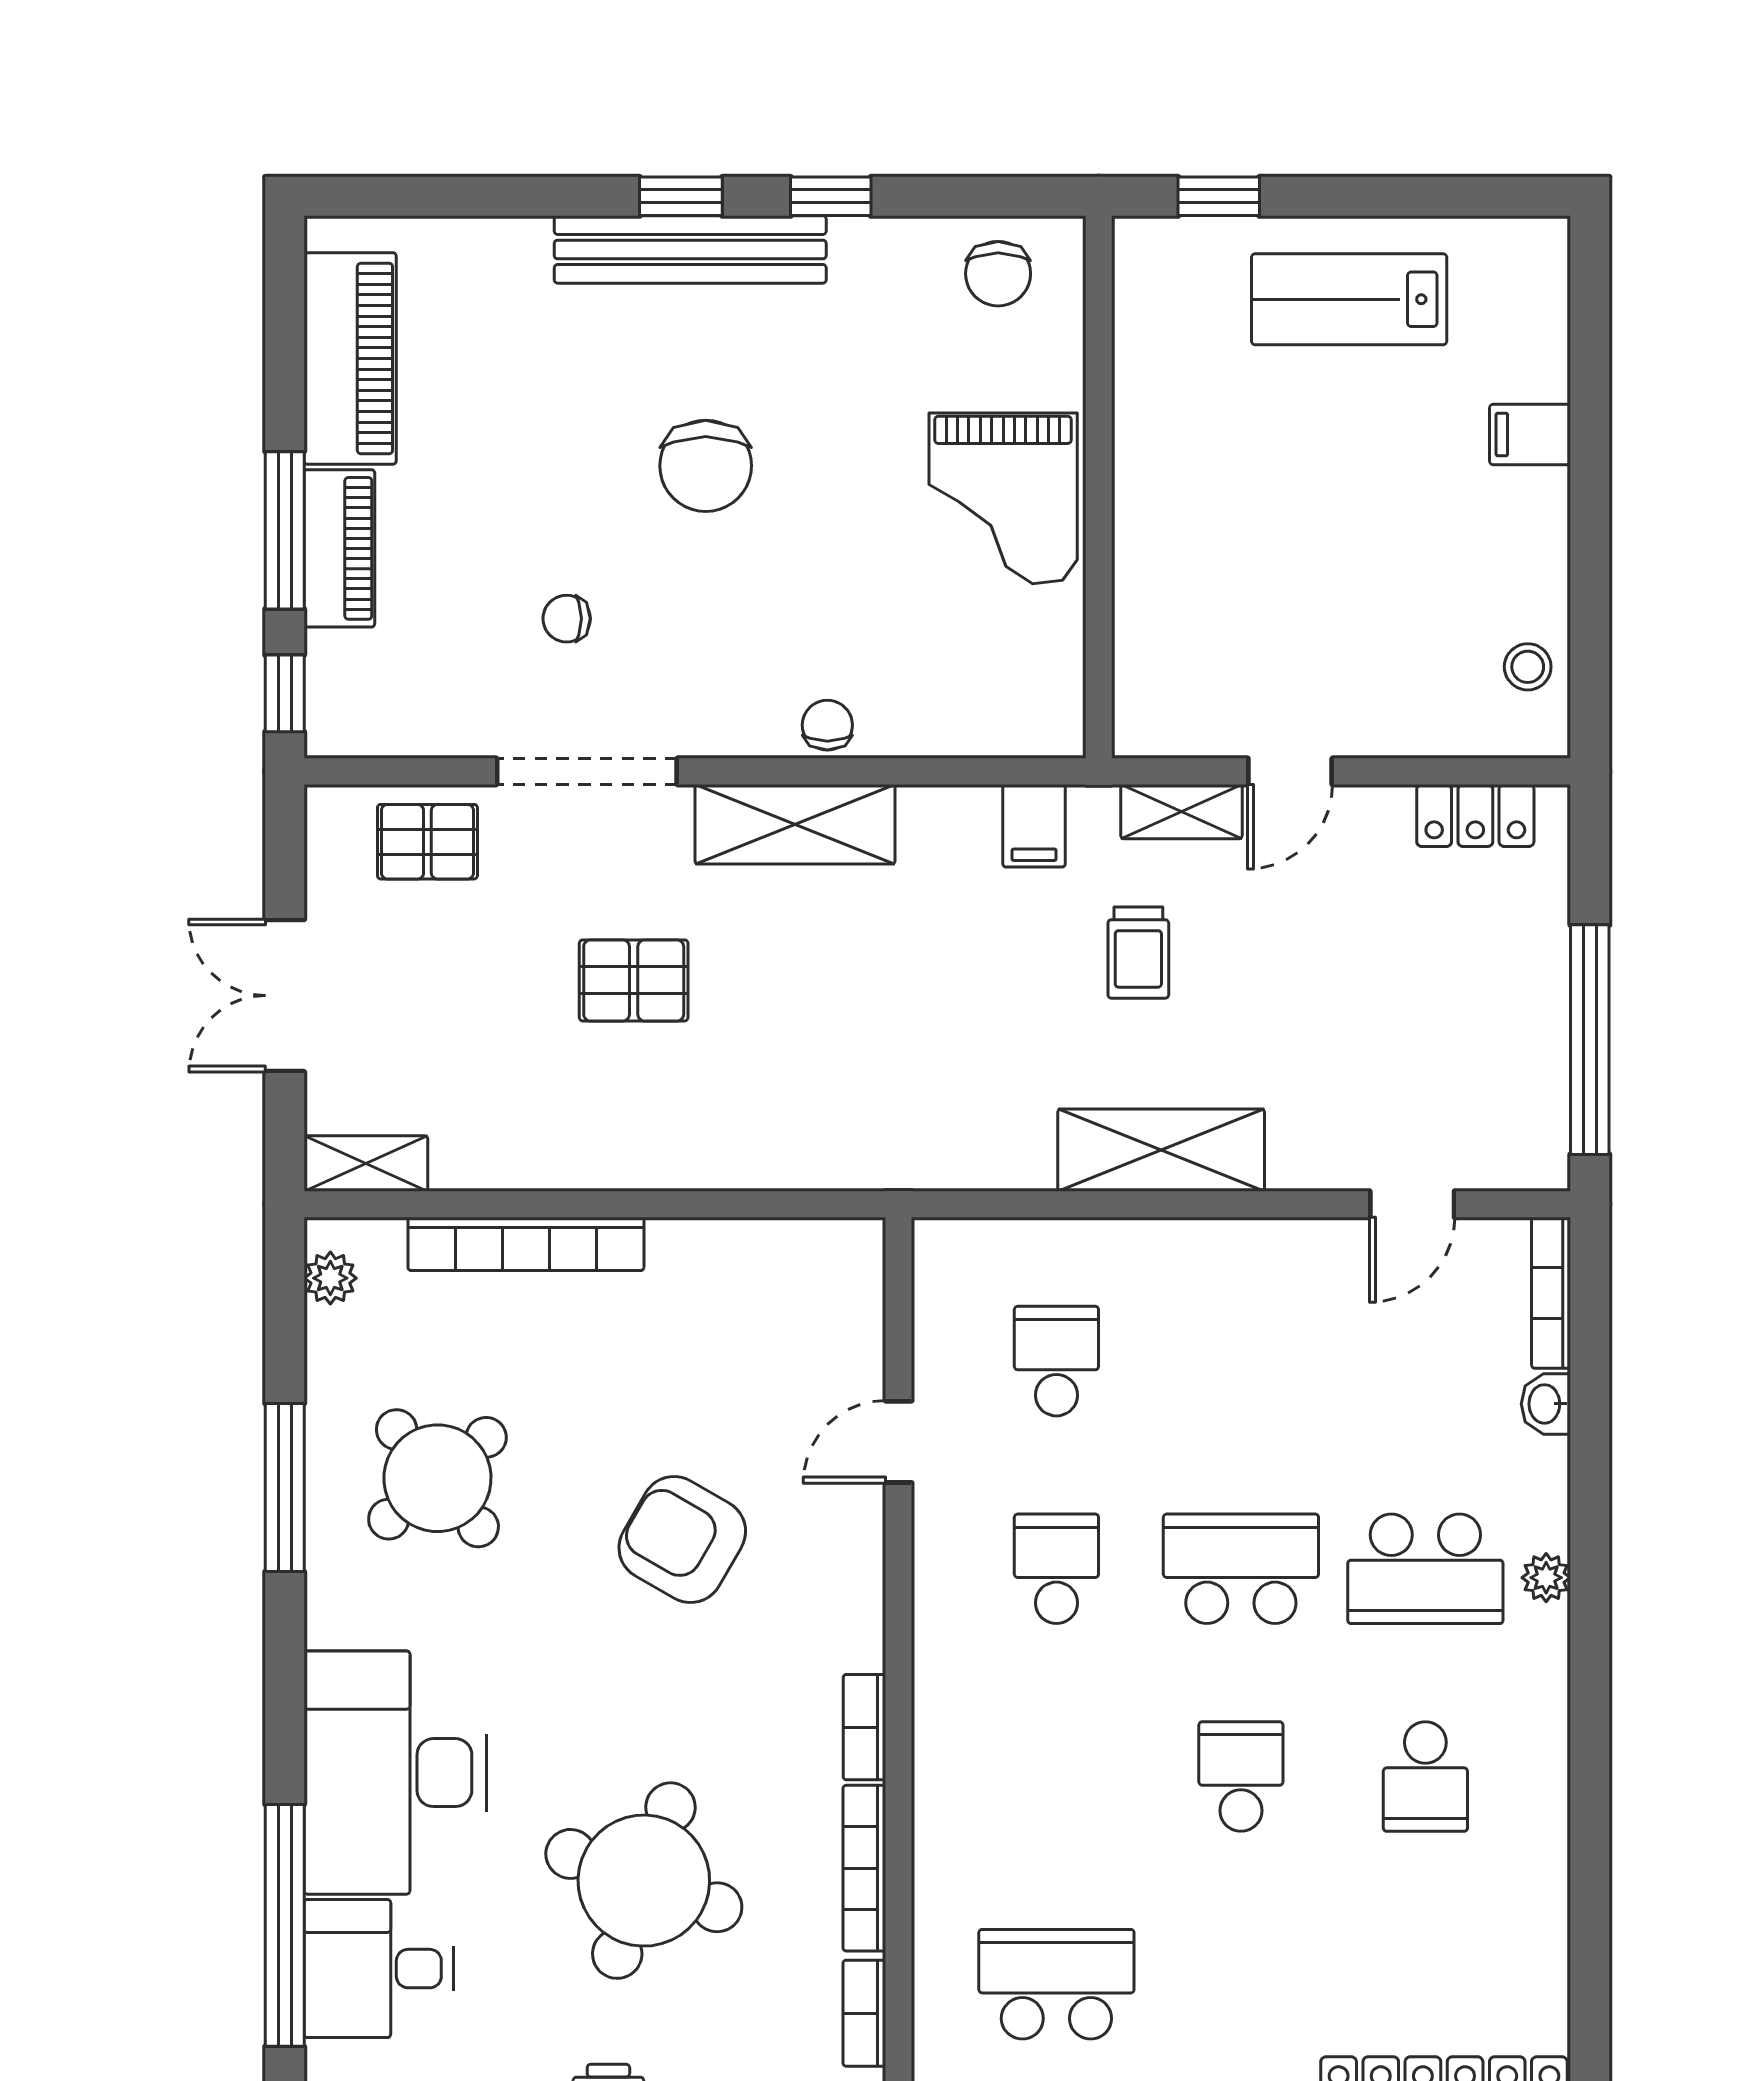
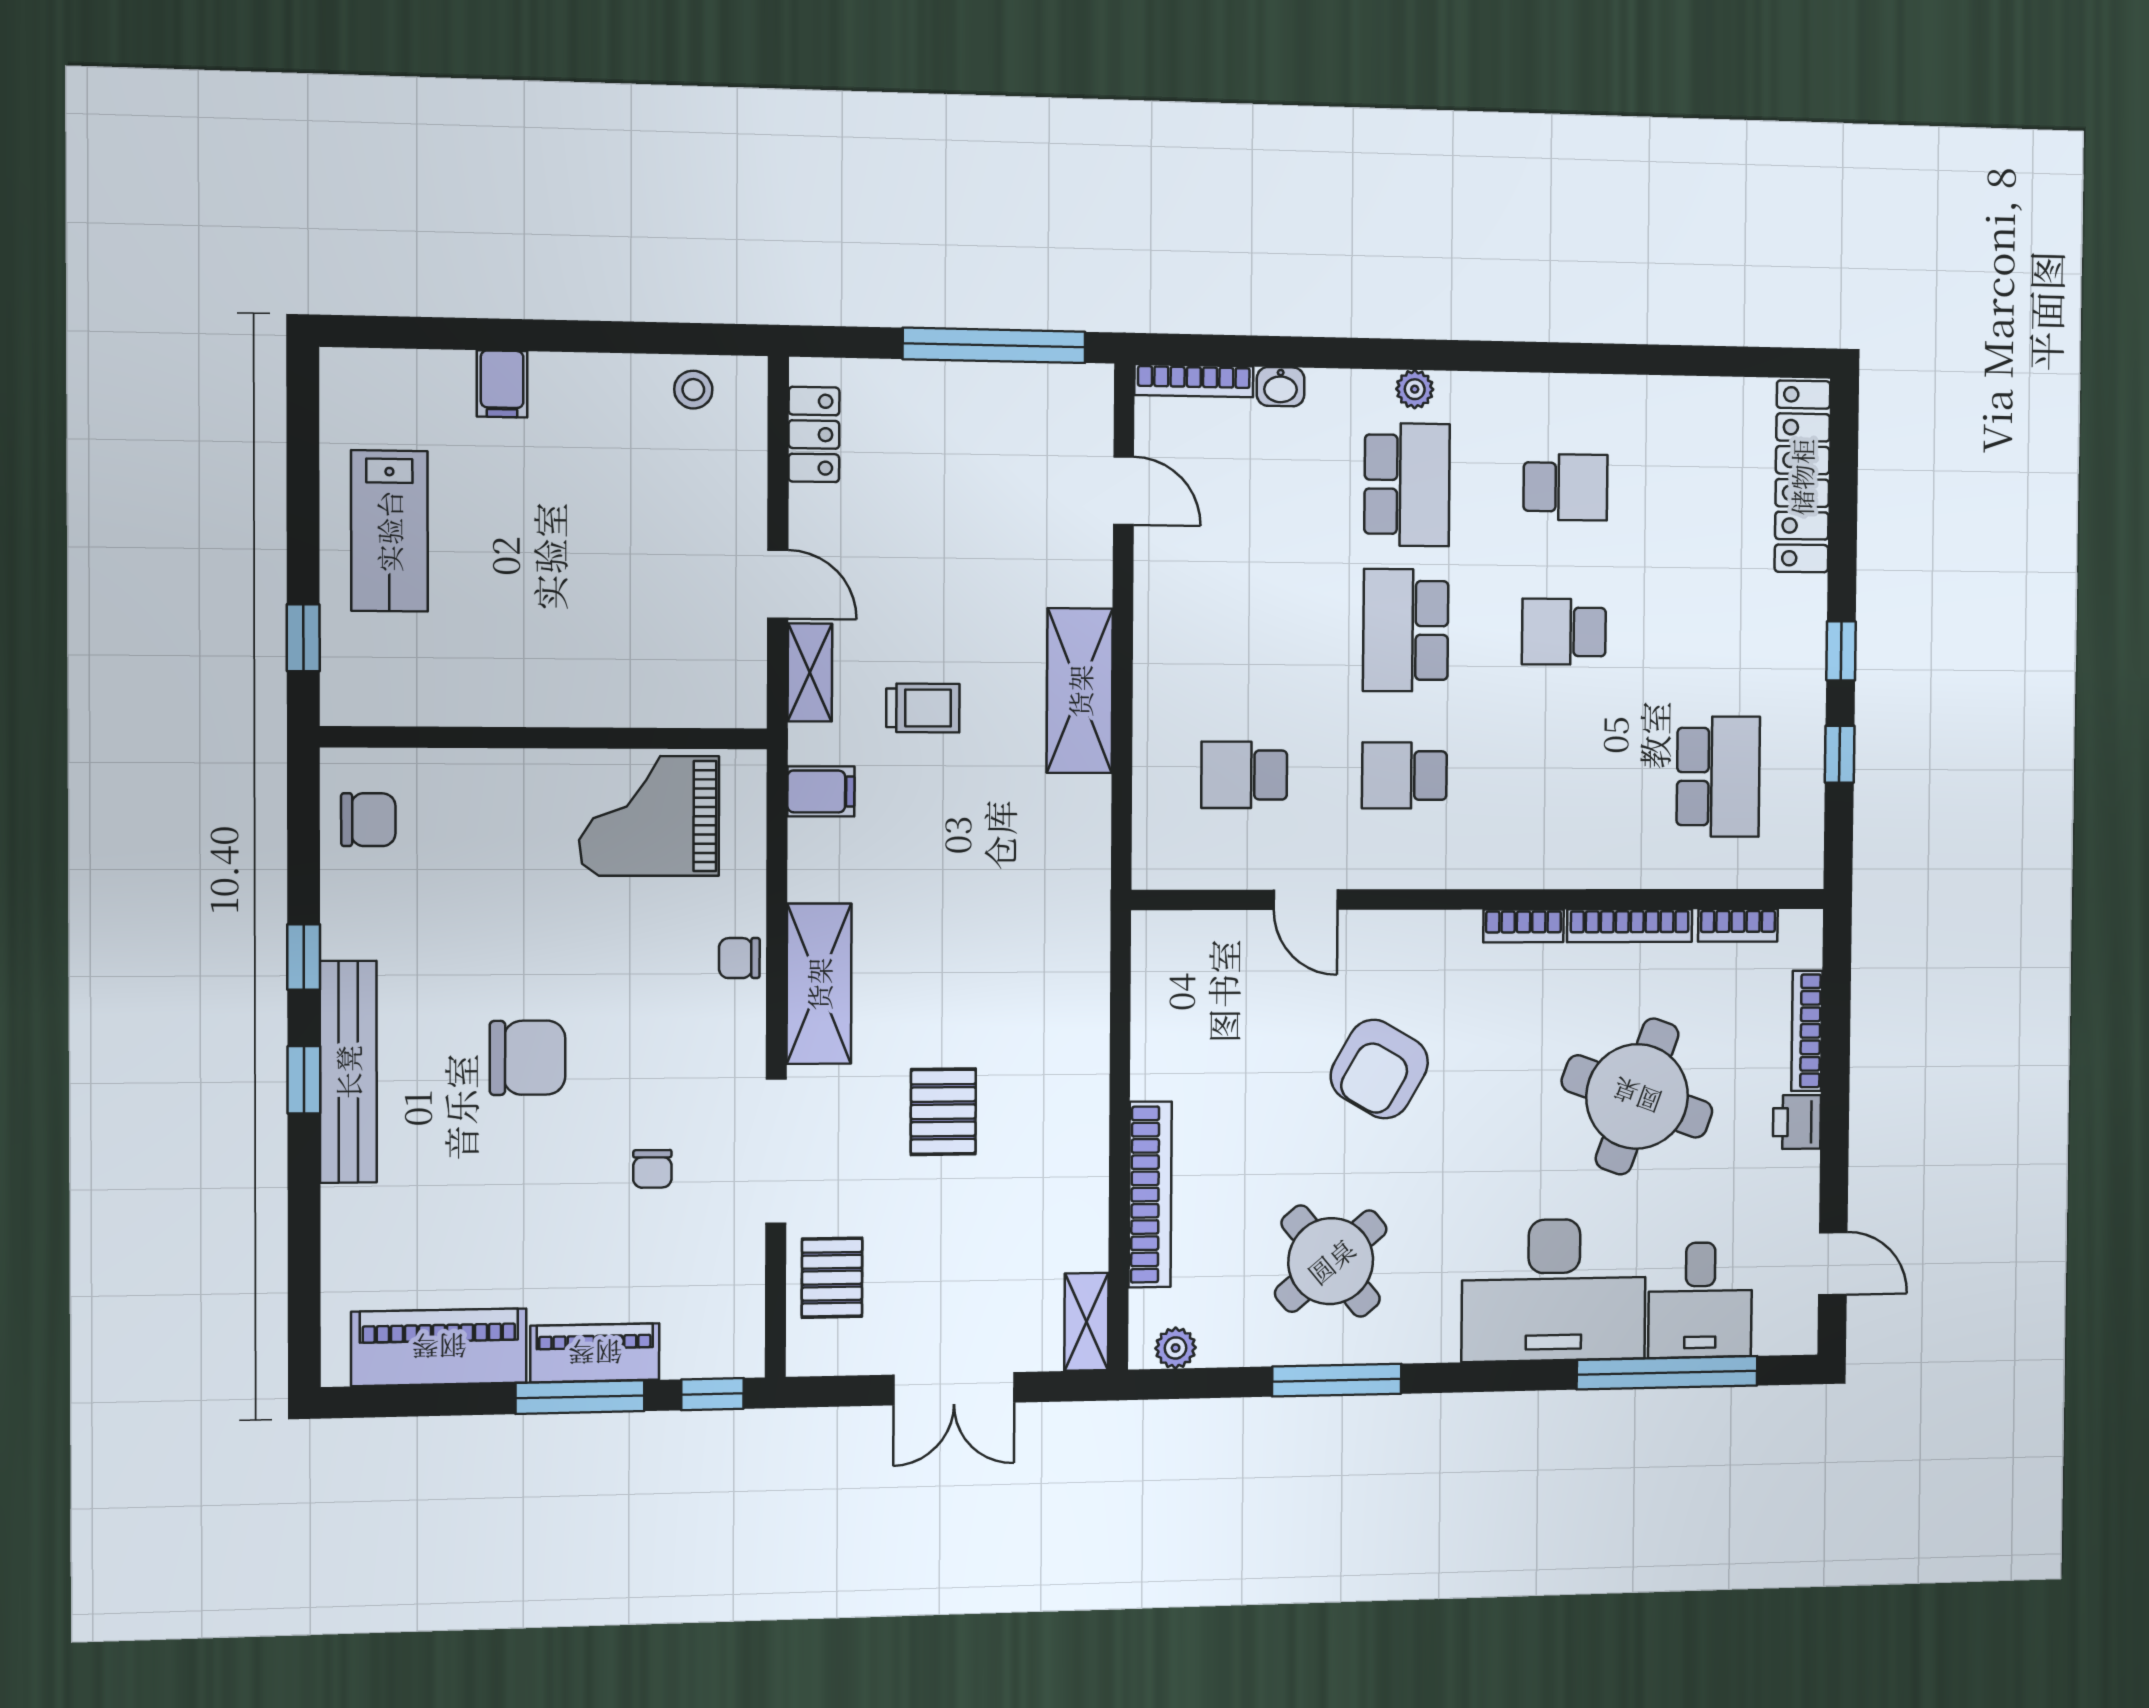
grand piano: (1003, 498) -> (649, 816), moved, turned 180
school desk: (1056, 1984) -> (1718, 777), turned 180

